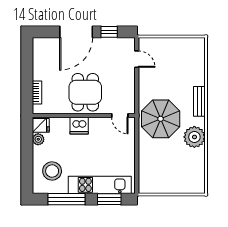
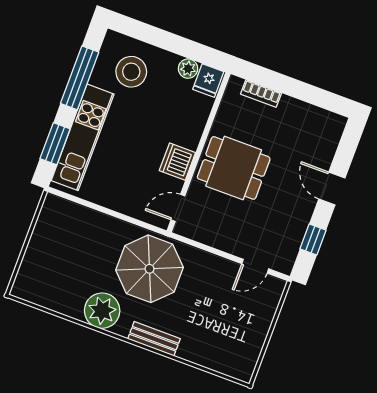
door: (76, 32) -> (332, 188), width x0.53
dishwasher: (79, 126) -> (177, 162), moved

